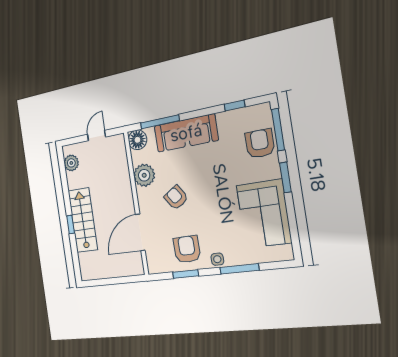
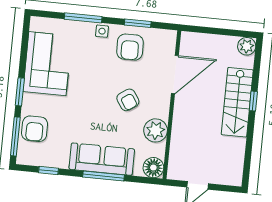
window: (160, 122) -> (104, 176), moved
plant: (71, 163) -> (247, 46), moved

